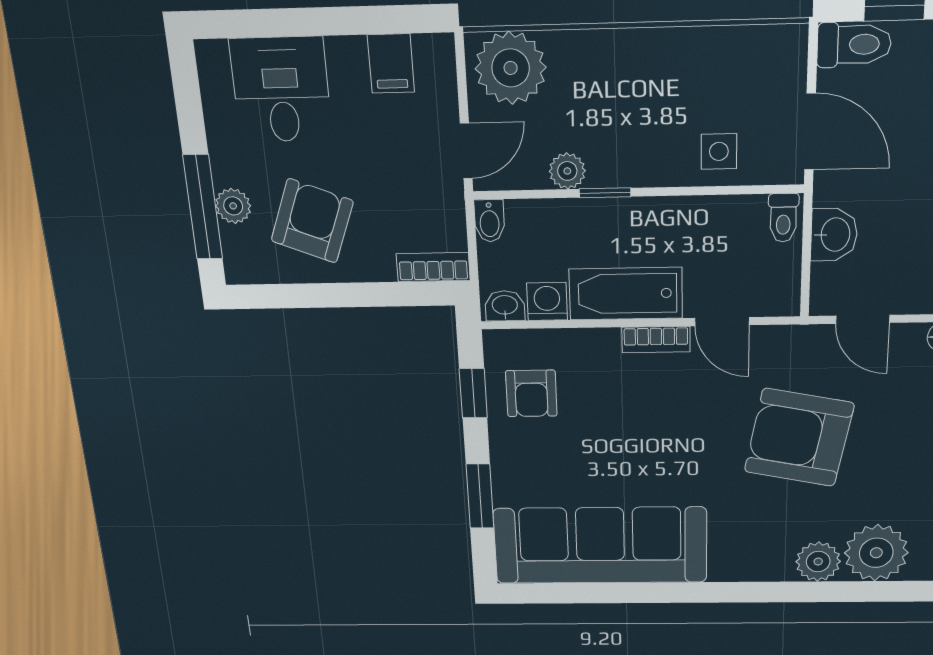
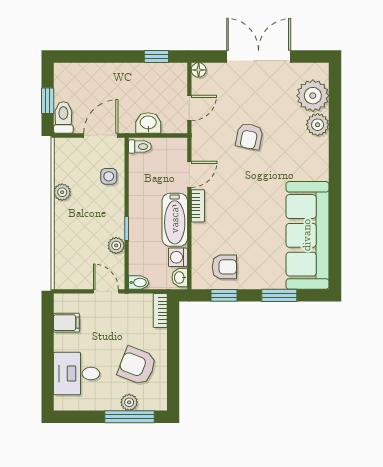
plant: (511, 68) -> (62, 192), moved, width x0.53, depth x0.53
armchair: (799, 438) -> (249, 136), width x0.53, depth x0.53

